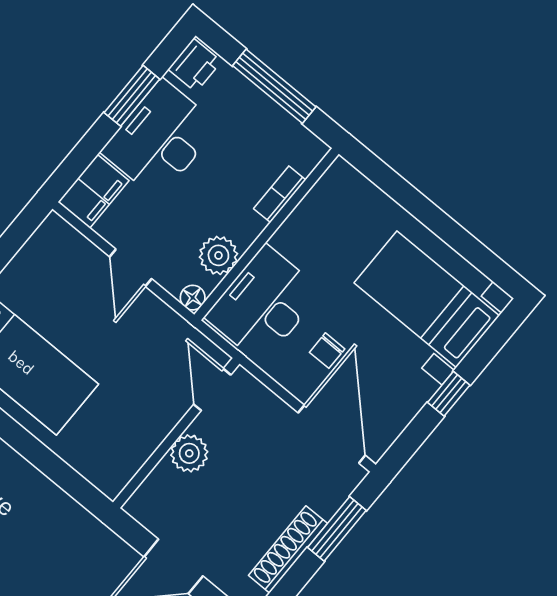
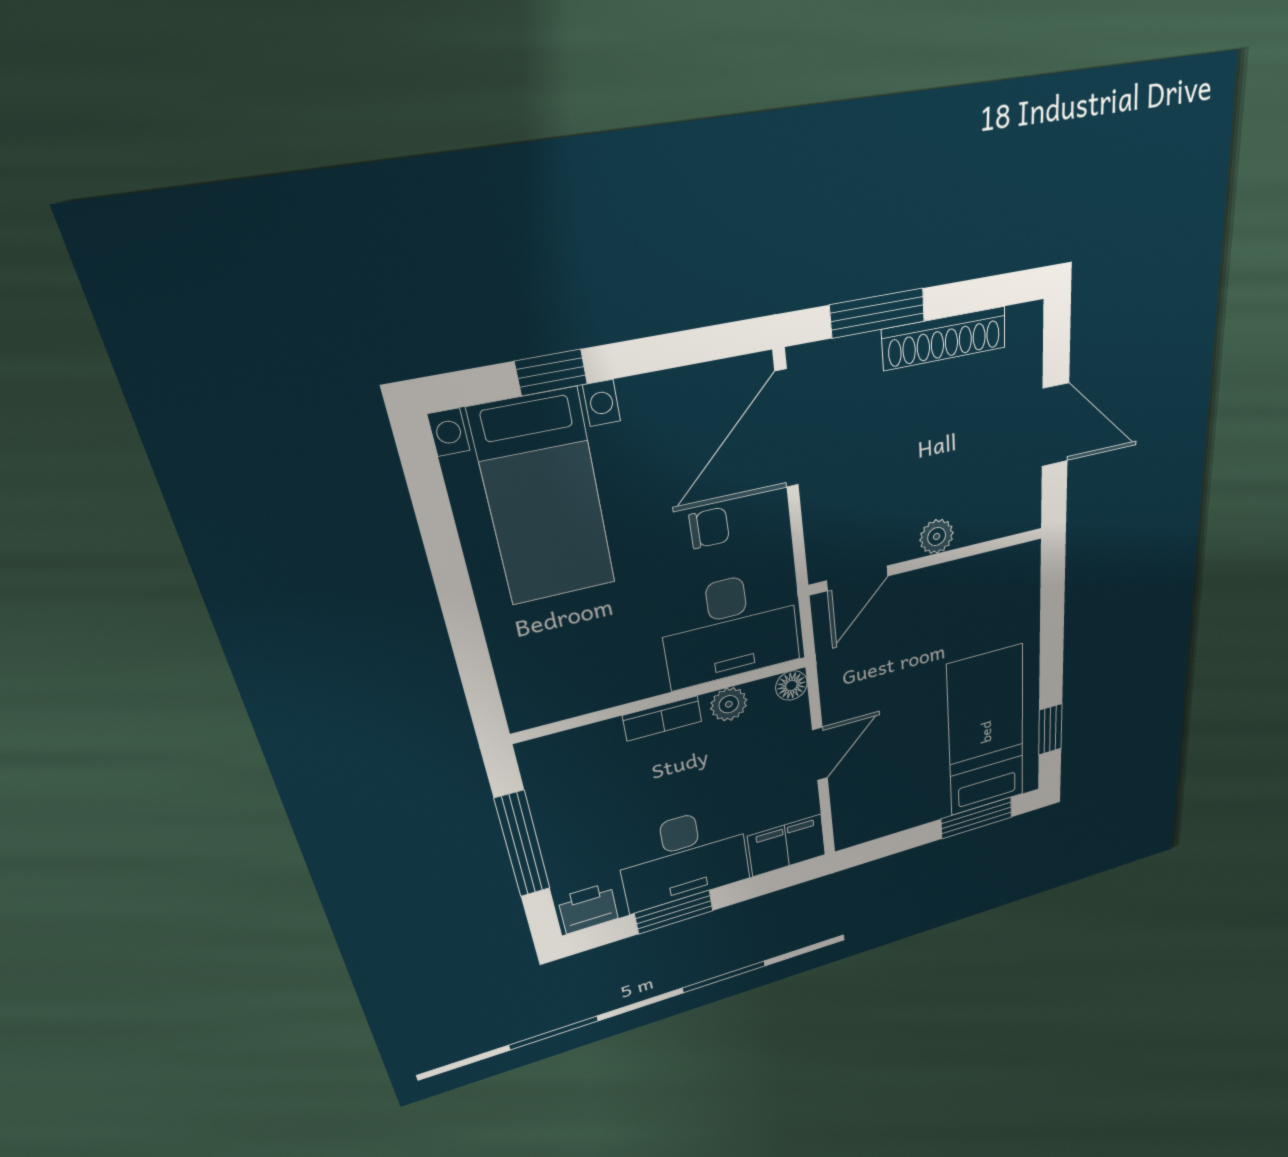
bookcase: (280, 194) -> (662, 718), moved
plant: (218, 255) -> (729, 704), width x0.73, depth x0.73
window: (449, 394) -> (551, 373), moved
plant: (189, 453) -> (937, 536), width x0.73, depth x0.73

